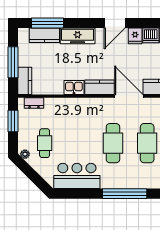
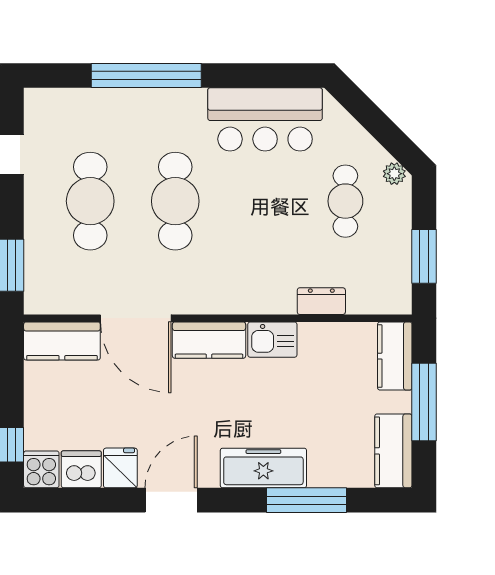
window: (47, 23) -> (306, 500), moved
kitchen counter: (44, 35) -> (393, 451), moved, turned -90
dresser: (34, 103) -> (321, 301), moved

